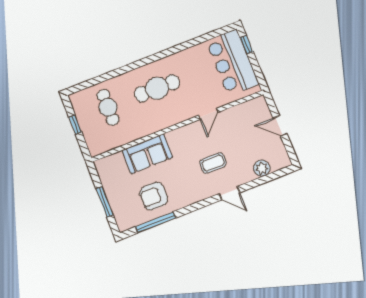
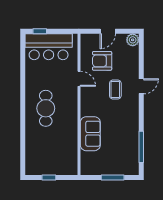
cafe table: (108, 107) -> (46, 149), removed
plant: (262, 168) -> (133, 40), moved
armchair: (154, 196) -> (102, 61), moved, turned 90

